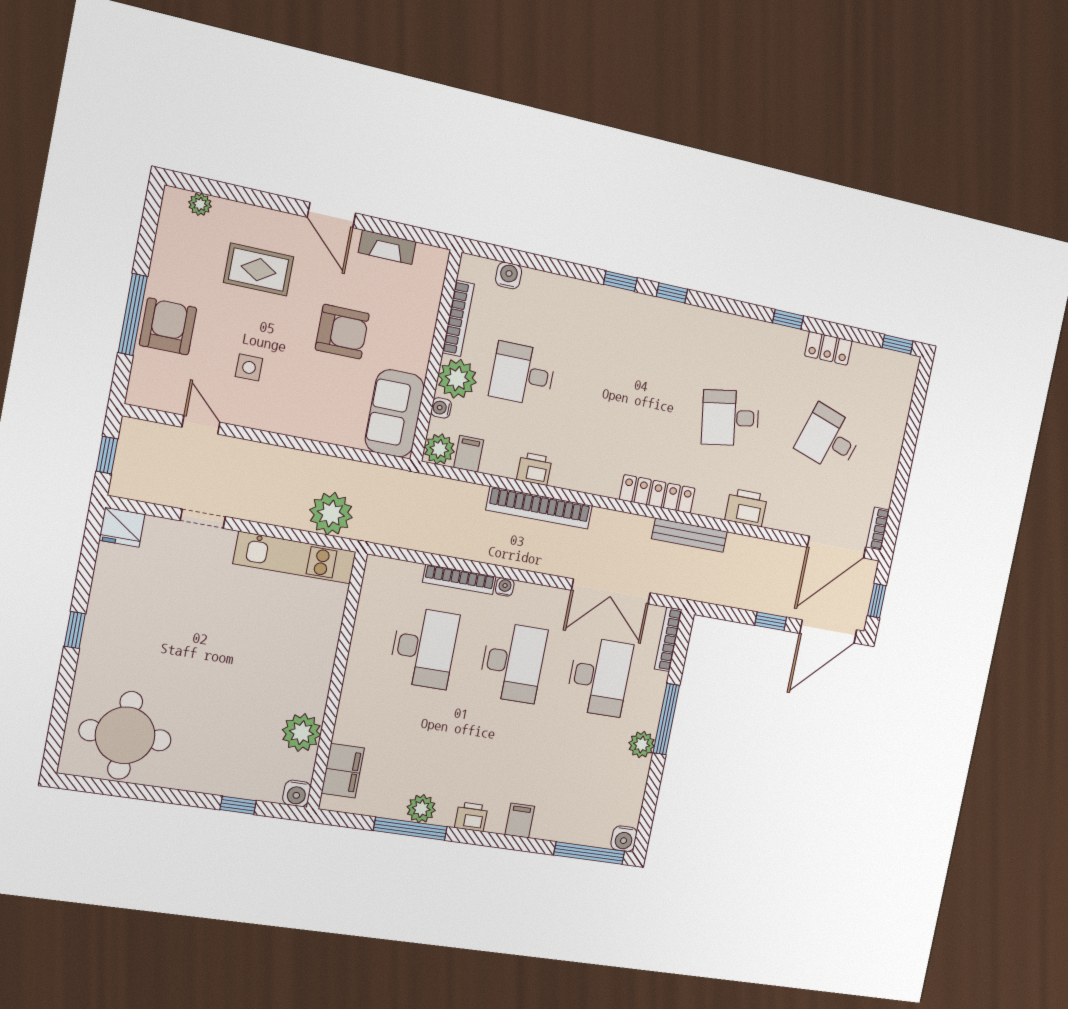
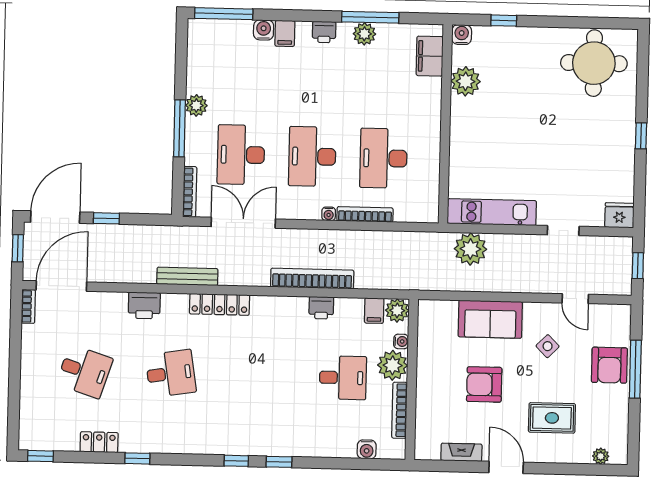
side table: (249, 367) -> (548, 346), turned 45
sofa: (395, 413) -> (490, 319), moved, turned 90
water cooler: (624, 839) -> (264, 30), moved

